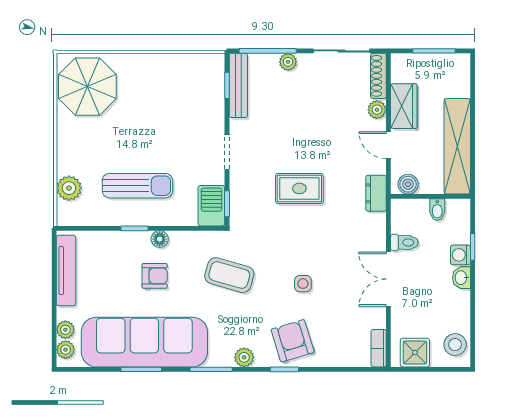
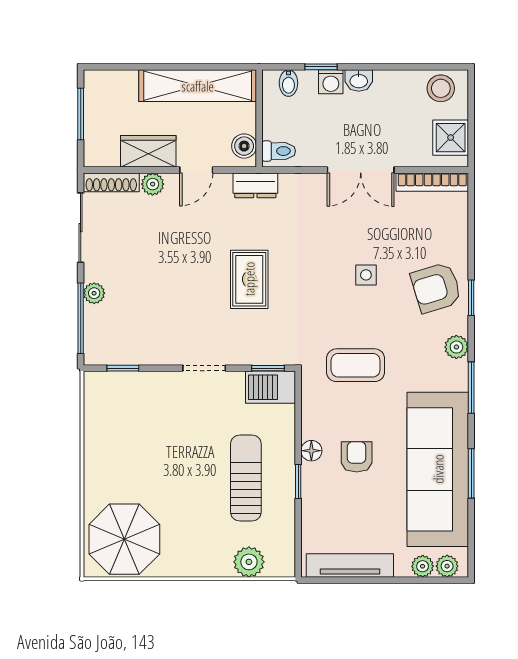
bench: (238, 85) -> (123, 354), removed
bidet: (437, 210) -> (288, 83), moved, turned 90
toilet: (404, 242) -> (279, 151), moved, turned 90
coffee table: (229, 275) -> (356, 365), turned 74
bookcase: (379, 348) -> (432, 182), width x1.56

